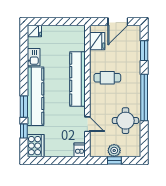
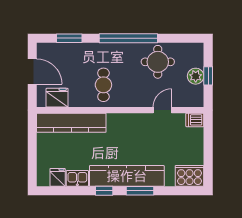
fridge: (34, 31) -> (58, 177), moved
kitchen counter: (77, 79) -> (71, 123), moved
window: (24, 131) -> (104, 191), moved

